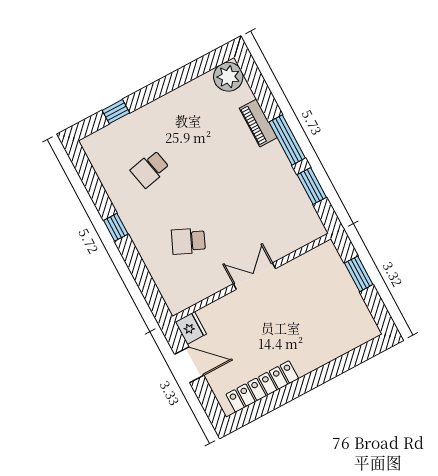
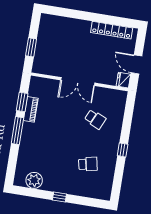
plant: (228, 77) -> (34, 180), moved
window: (116, 112) -> (59, 197), moved
piano: (258, 123) -> (31, 109), moved
double door: (254, 276) -> (78, 82), width x1.37

